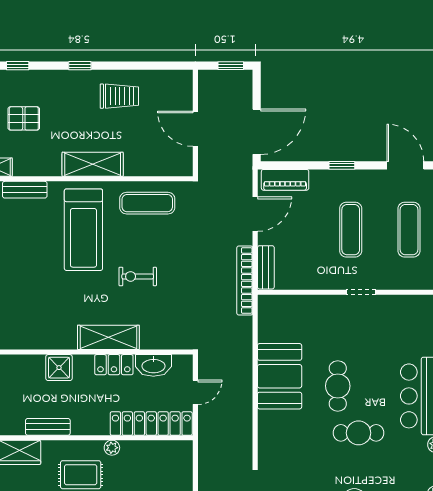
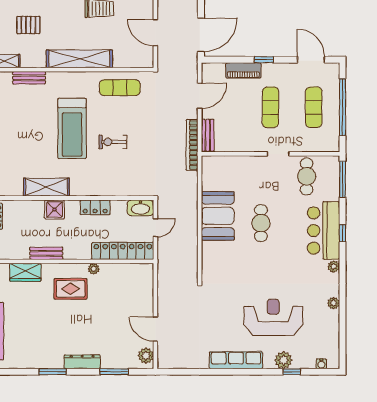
shelving: (93, 164) -> (79, 59), width x1.47
piano: (285, 180) -> (243, 70), moved
treadmill: (83, 230) -> (72, 129), moved
shelving: (108, 337) -> (46, 187), moved
washbasin: (153, 365) -> (140, 208), moved
cafe table: (359, 433) -> (307, 176), moved, turned 90

